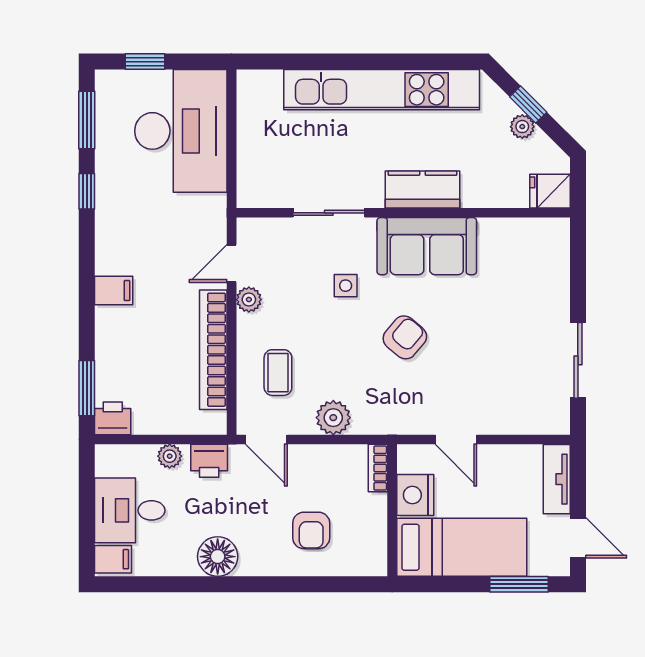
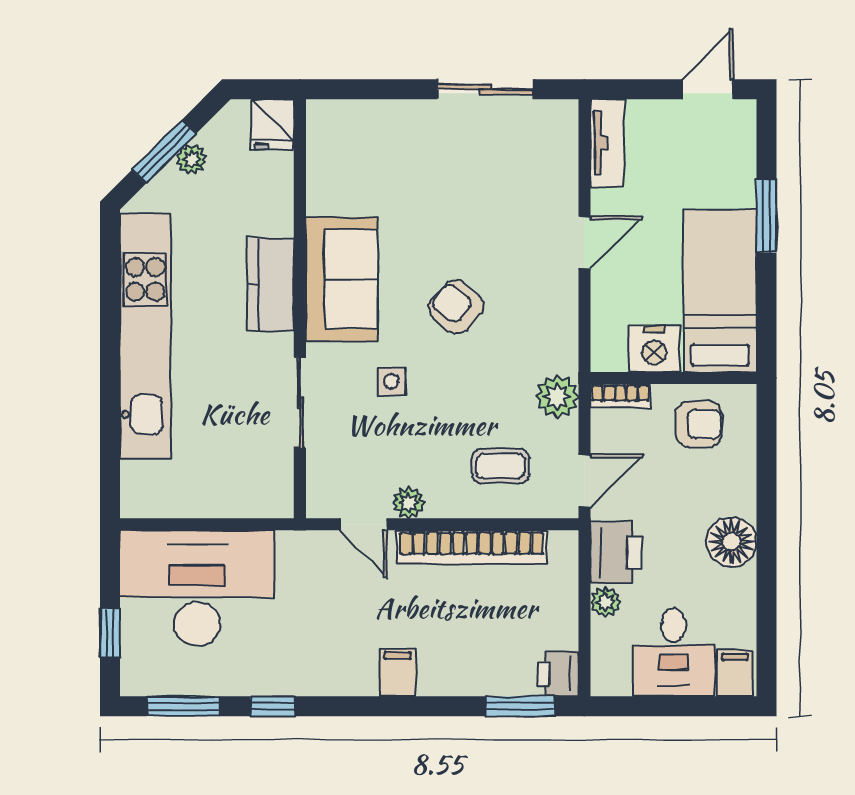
window: (528, 104) -> (164, 152), width x1.50
printer: (209, 461) -> (616, 553), width x1.36, depth x1.24
bookcase: (378, 468) -> (620, 396), moved
tv unit: (557, 479) -> (607, 143), moved, turned -90
nightstand: (415, 495) -> (654, 349), moved
wall: (392, 510) -> (674, 378), moved
bed: (462, 547) -> (720, 291), moved
window: (519, 584) -> (766, 216), moved

